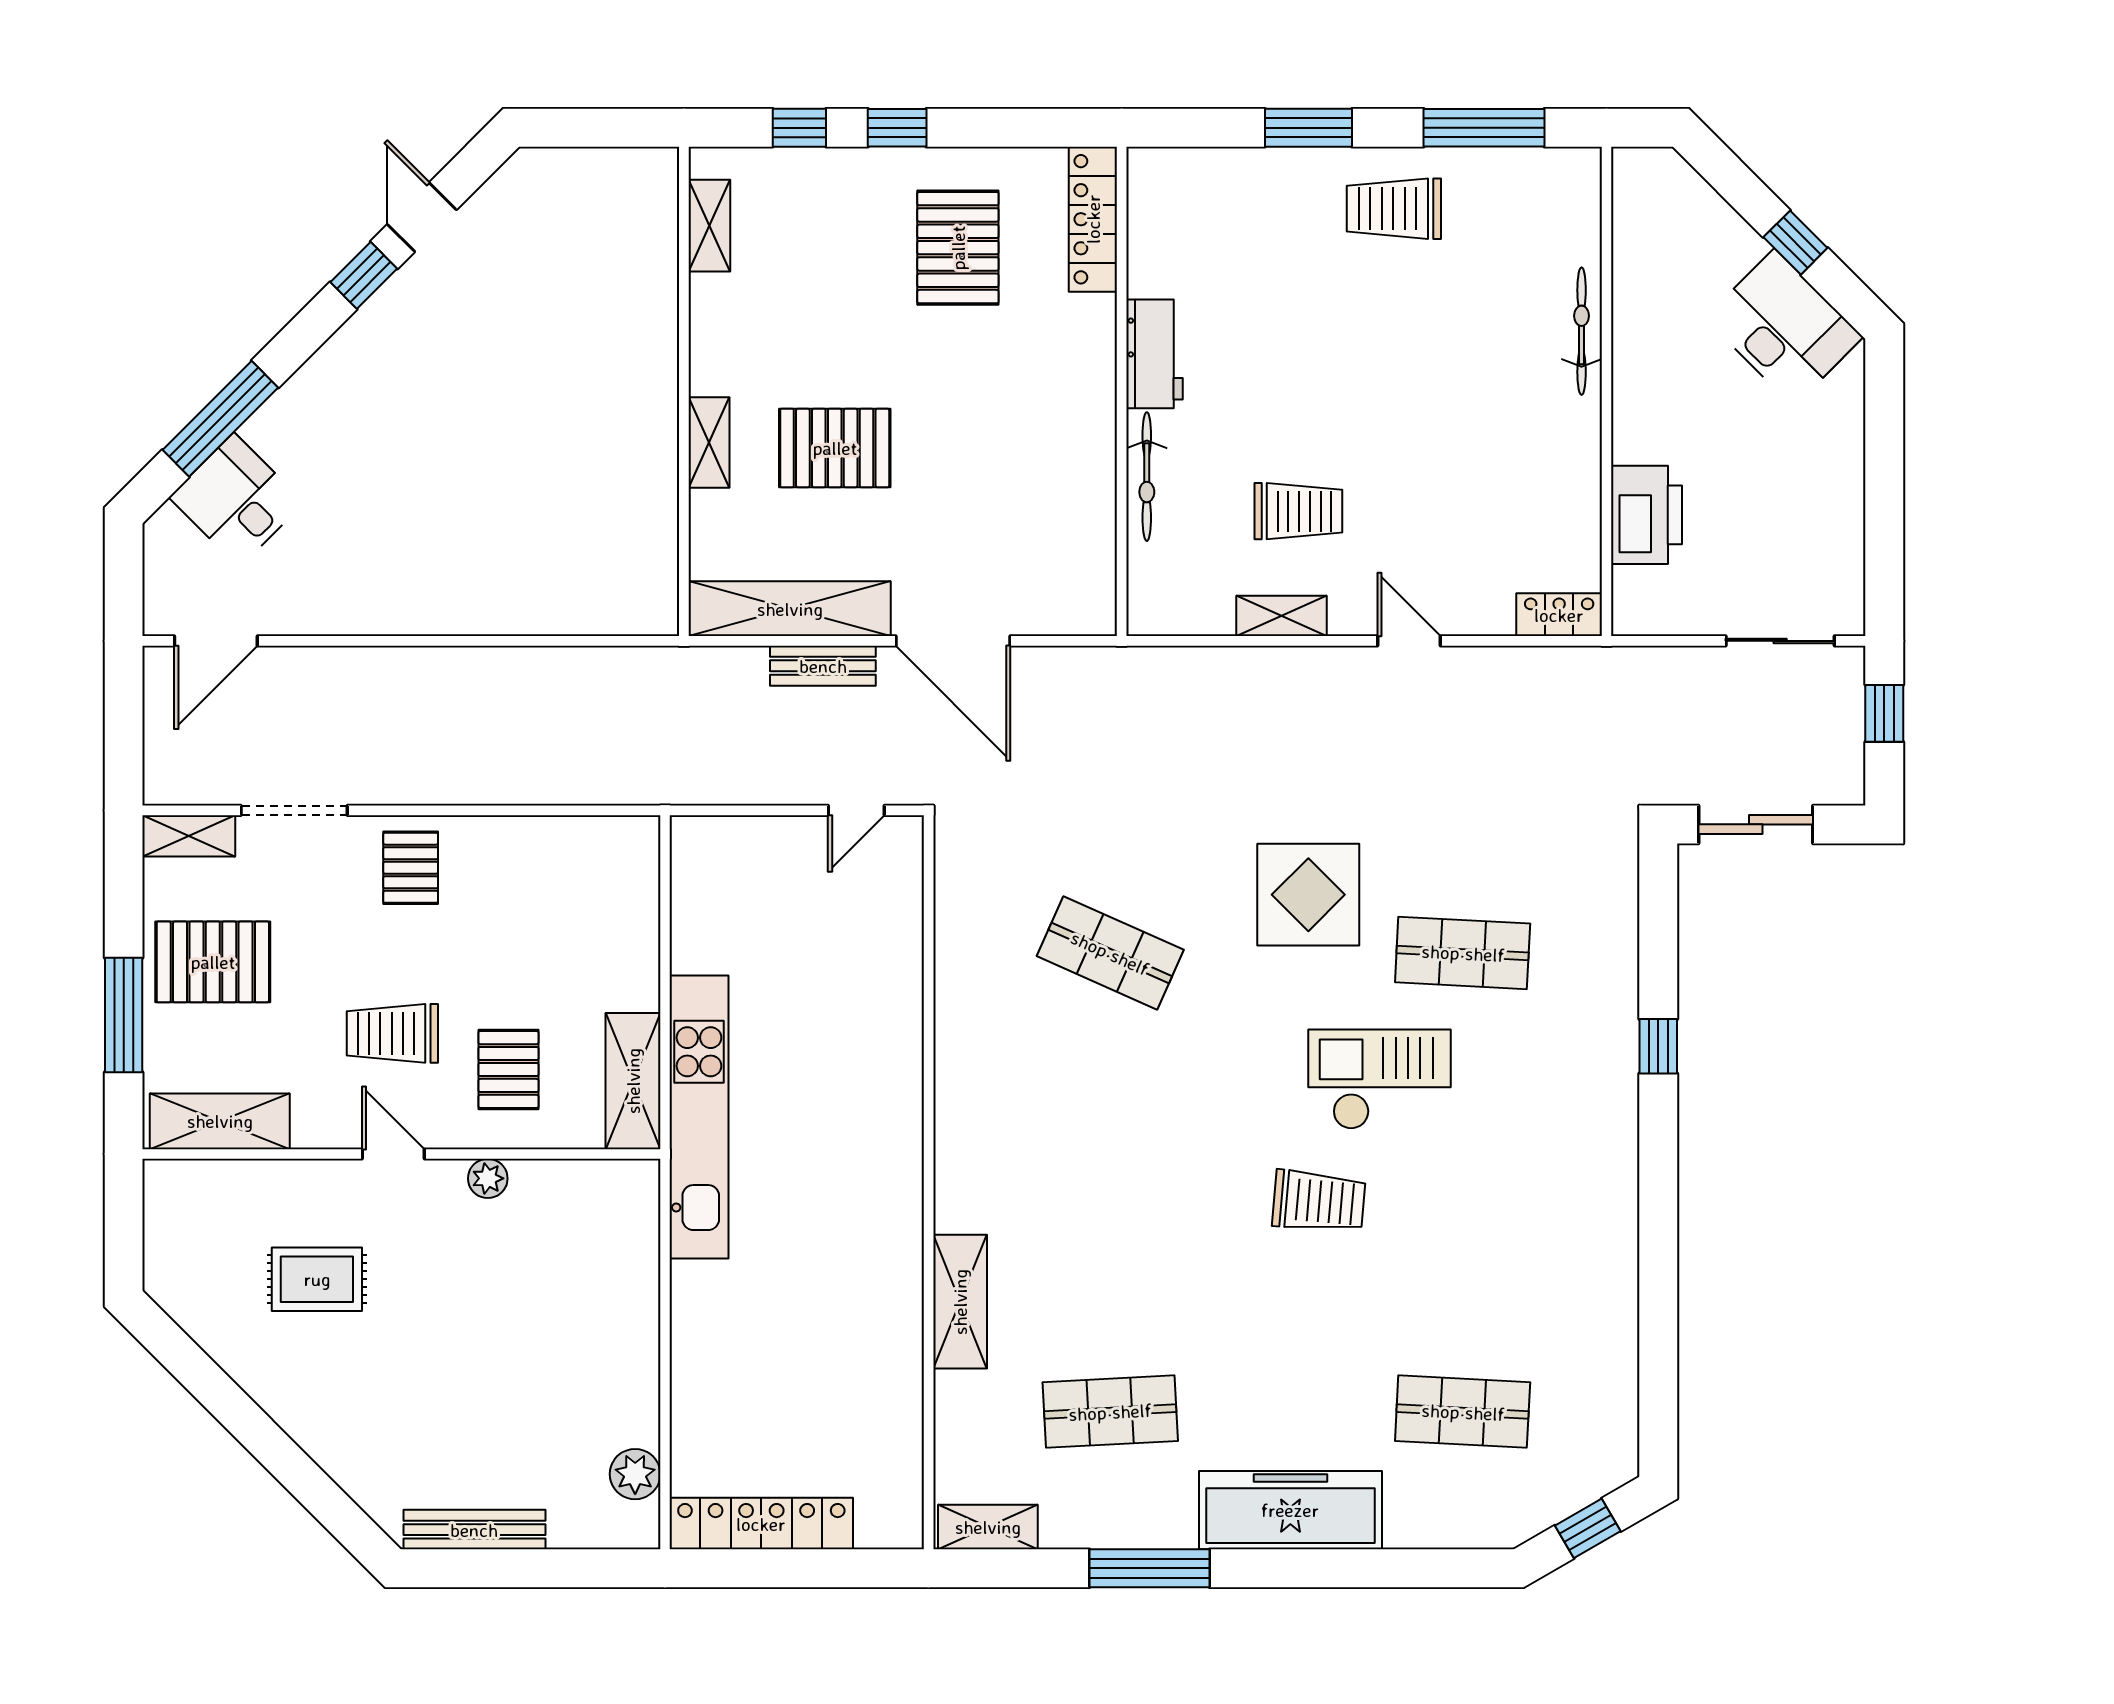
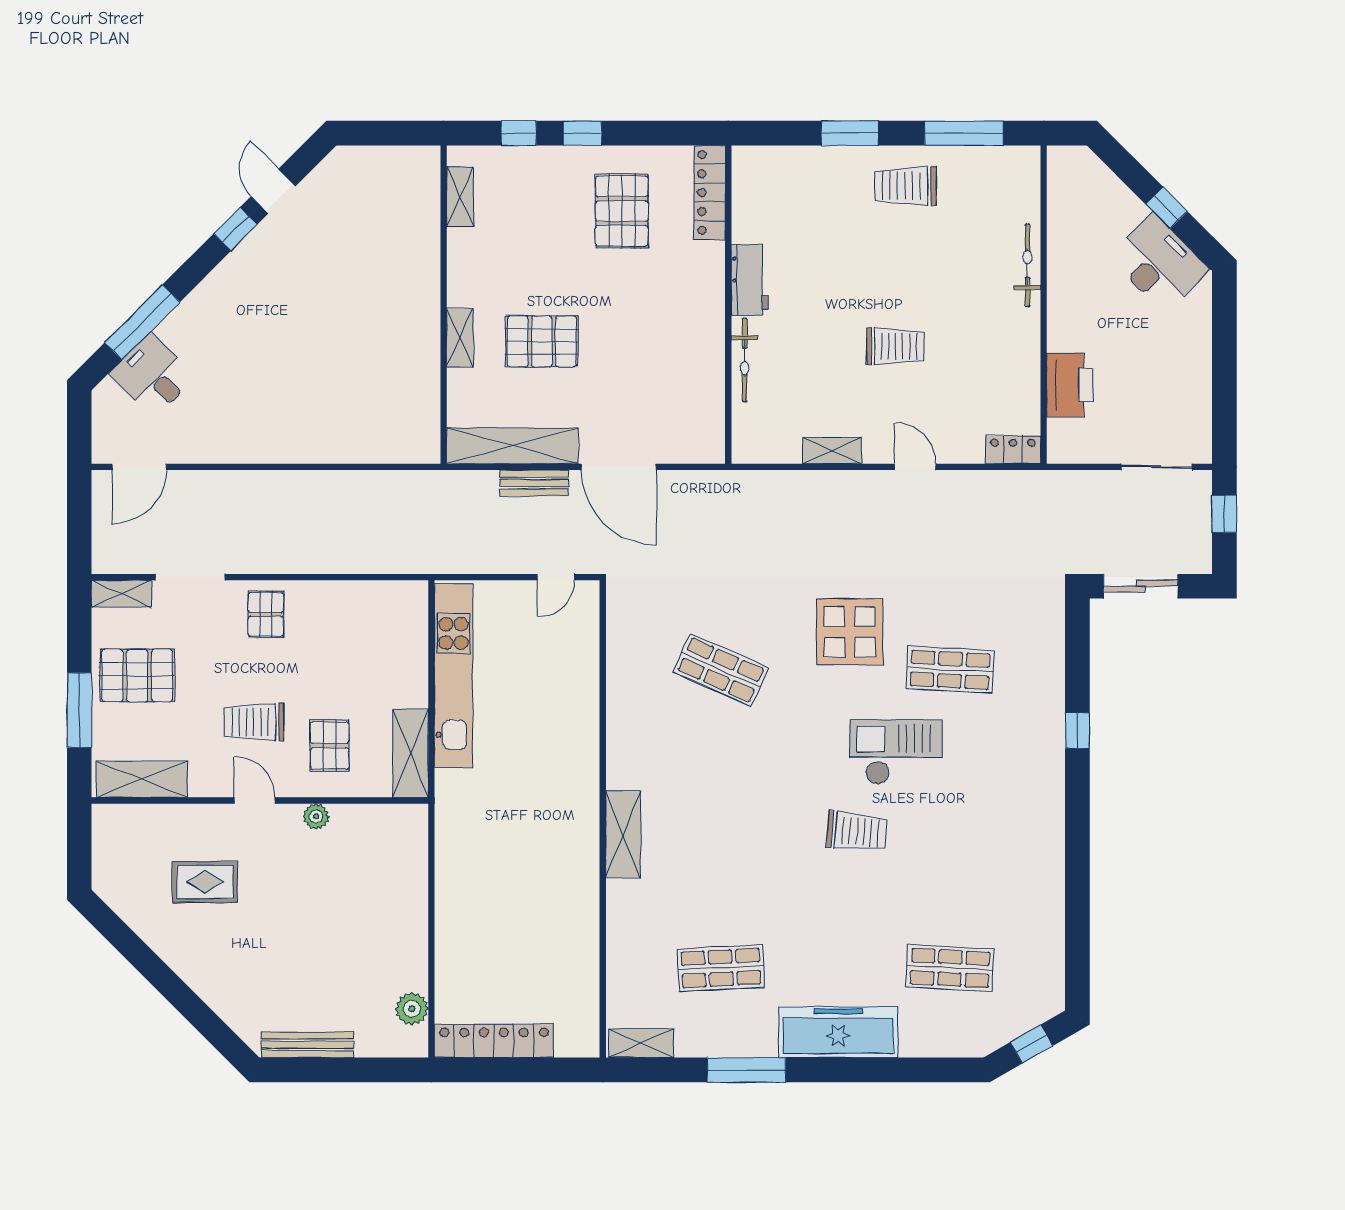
trolley: (1298, 511) -> (895, 346), moved
kitchen unit: (699, 1117) -> (453, 676), moved
shelving: (960, 1302) -> (623, 834), moved

